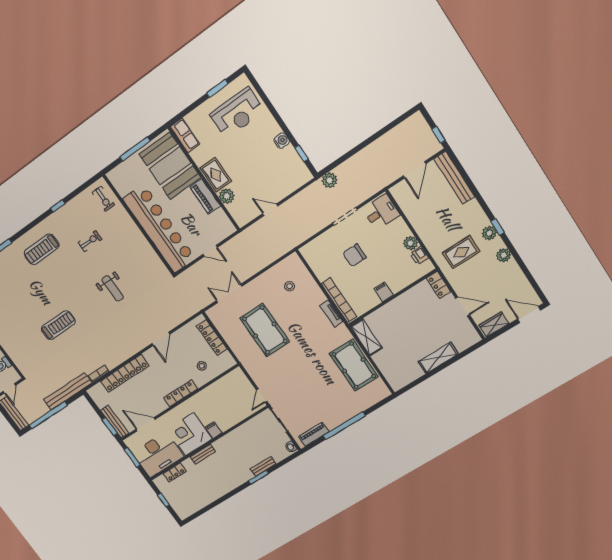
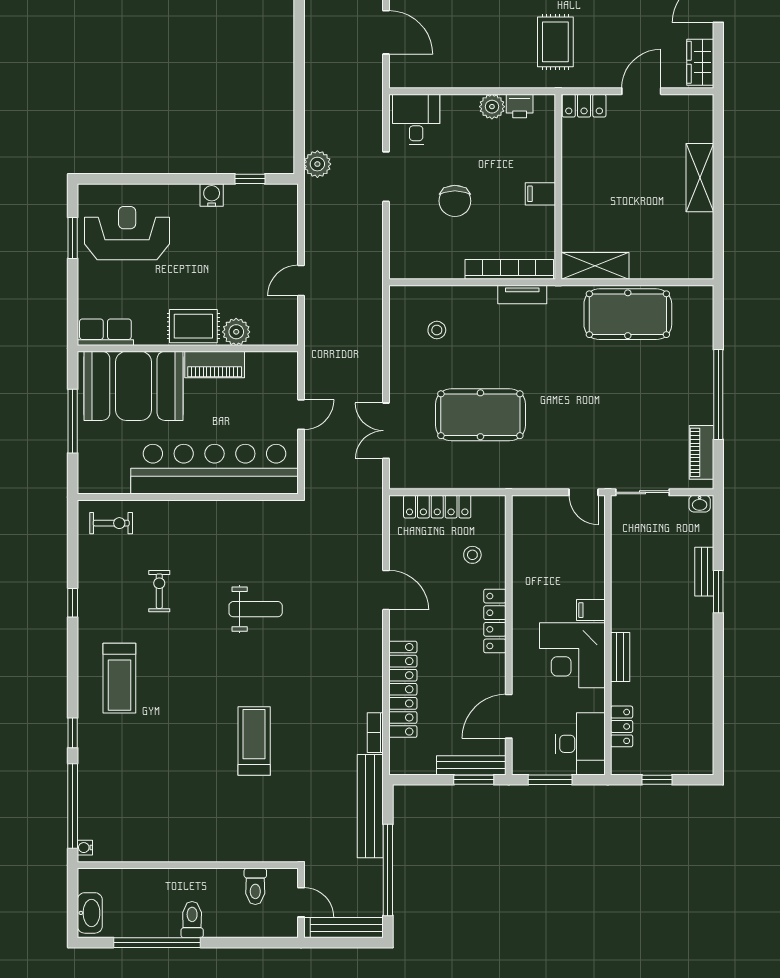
reception desk: (237, 113) -> (127, 233), turned -90
desk: (158, 455) -> (580, 744), width x0.73, depth x0.77

